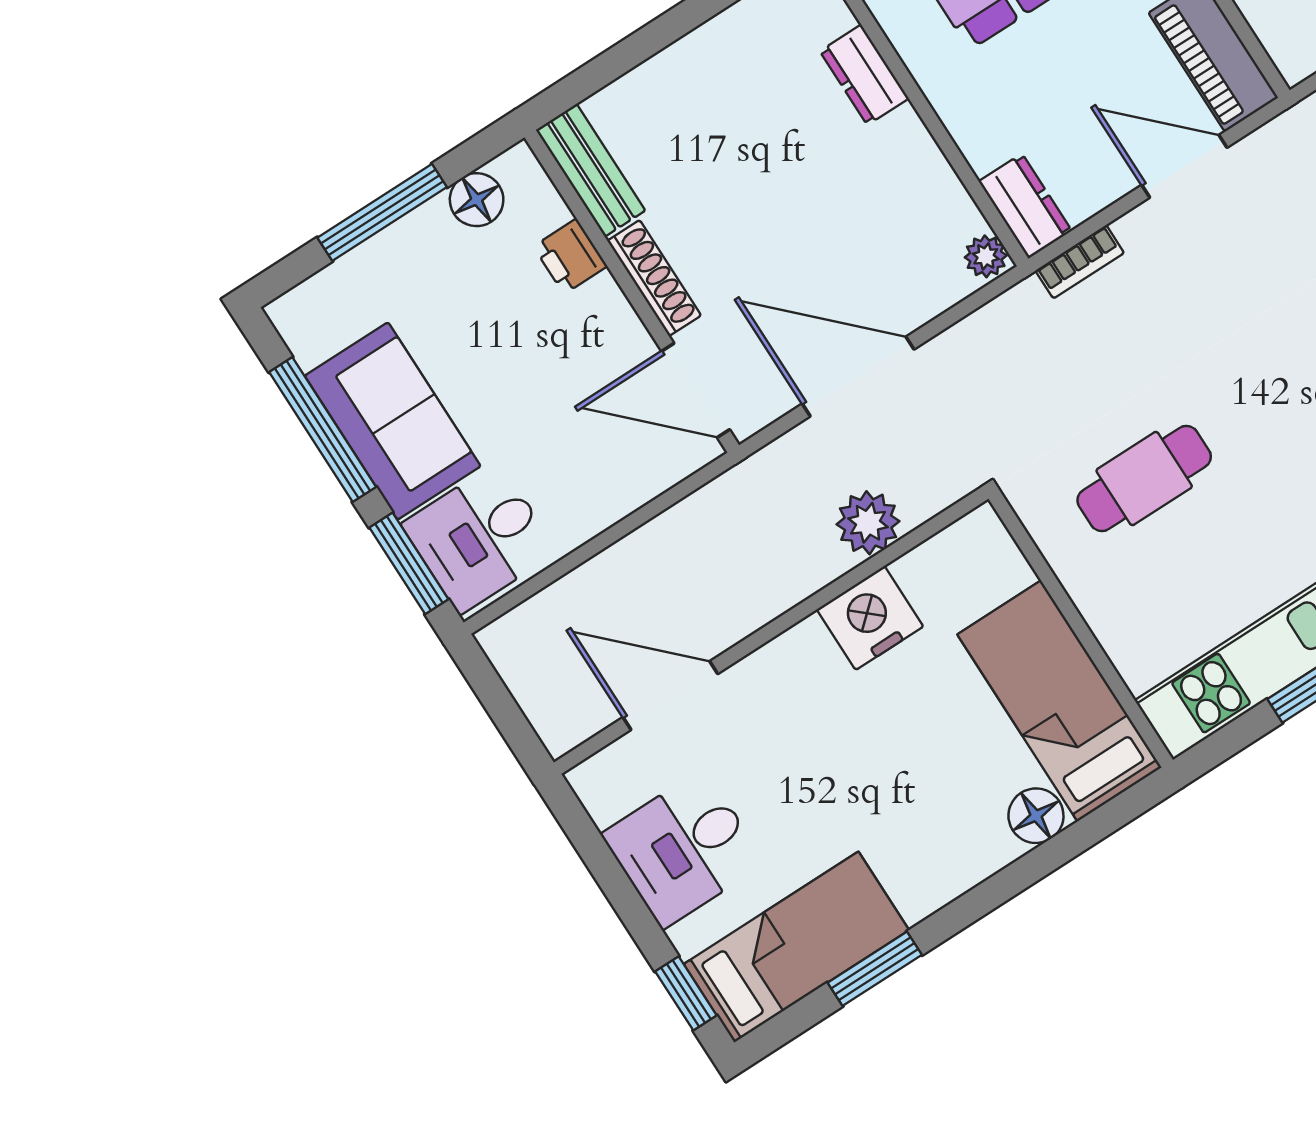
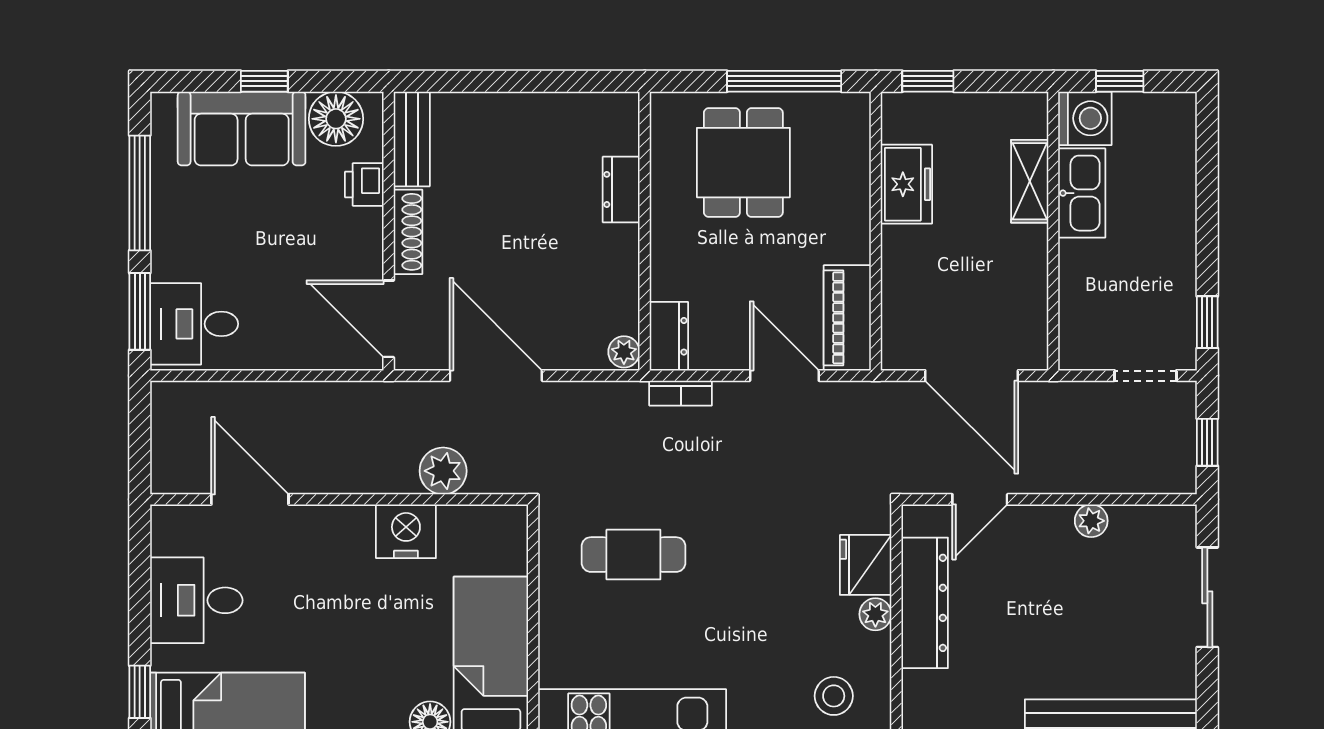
floor lamp: (477, 200) -> (336, 119), width x1.38, depth x1.38
window: (382, 212) -> (264, 81), width x0.46
sofa: (393, 421) -> (242, 128), moved, turned 90

